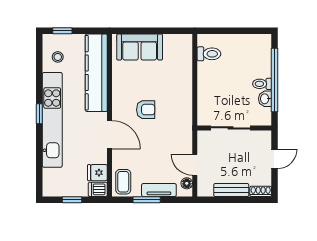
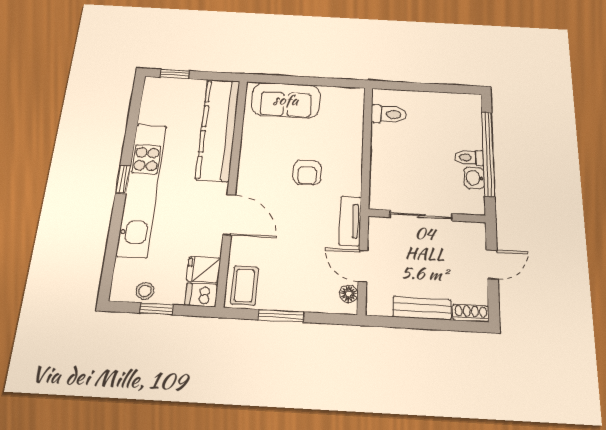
stool: (58, 57) -> (145, 291), moved
armchair: (146, 110) -> (307, 172), moved, turned 90
tv unit: (159, 190) -> (350, 221), moved, turned -90

